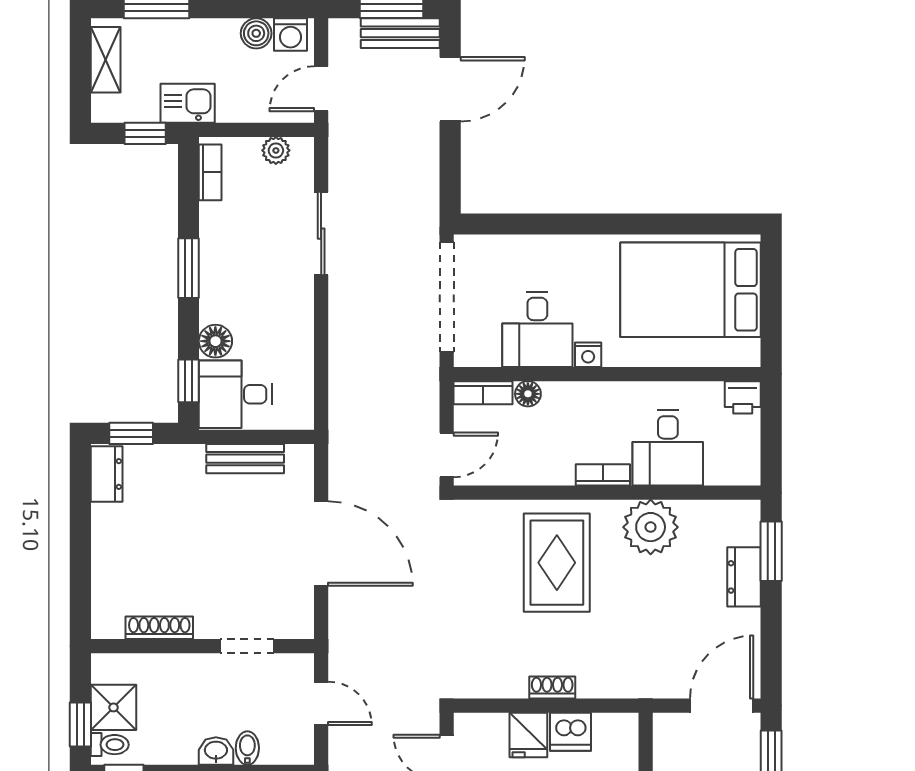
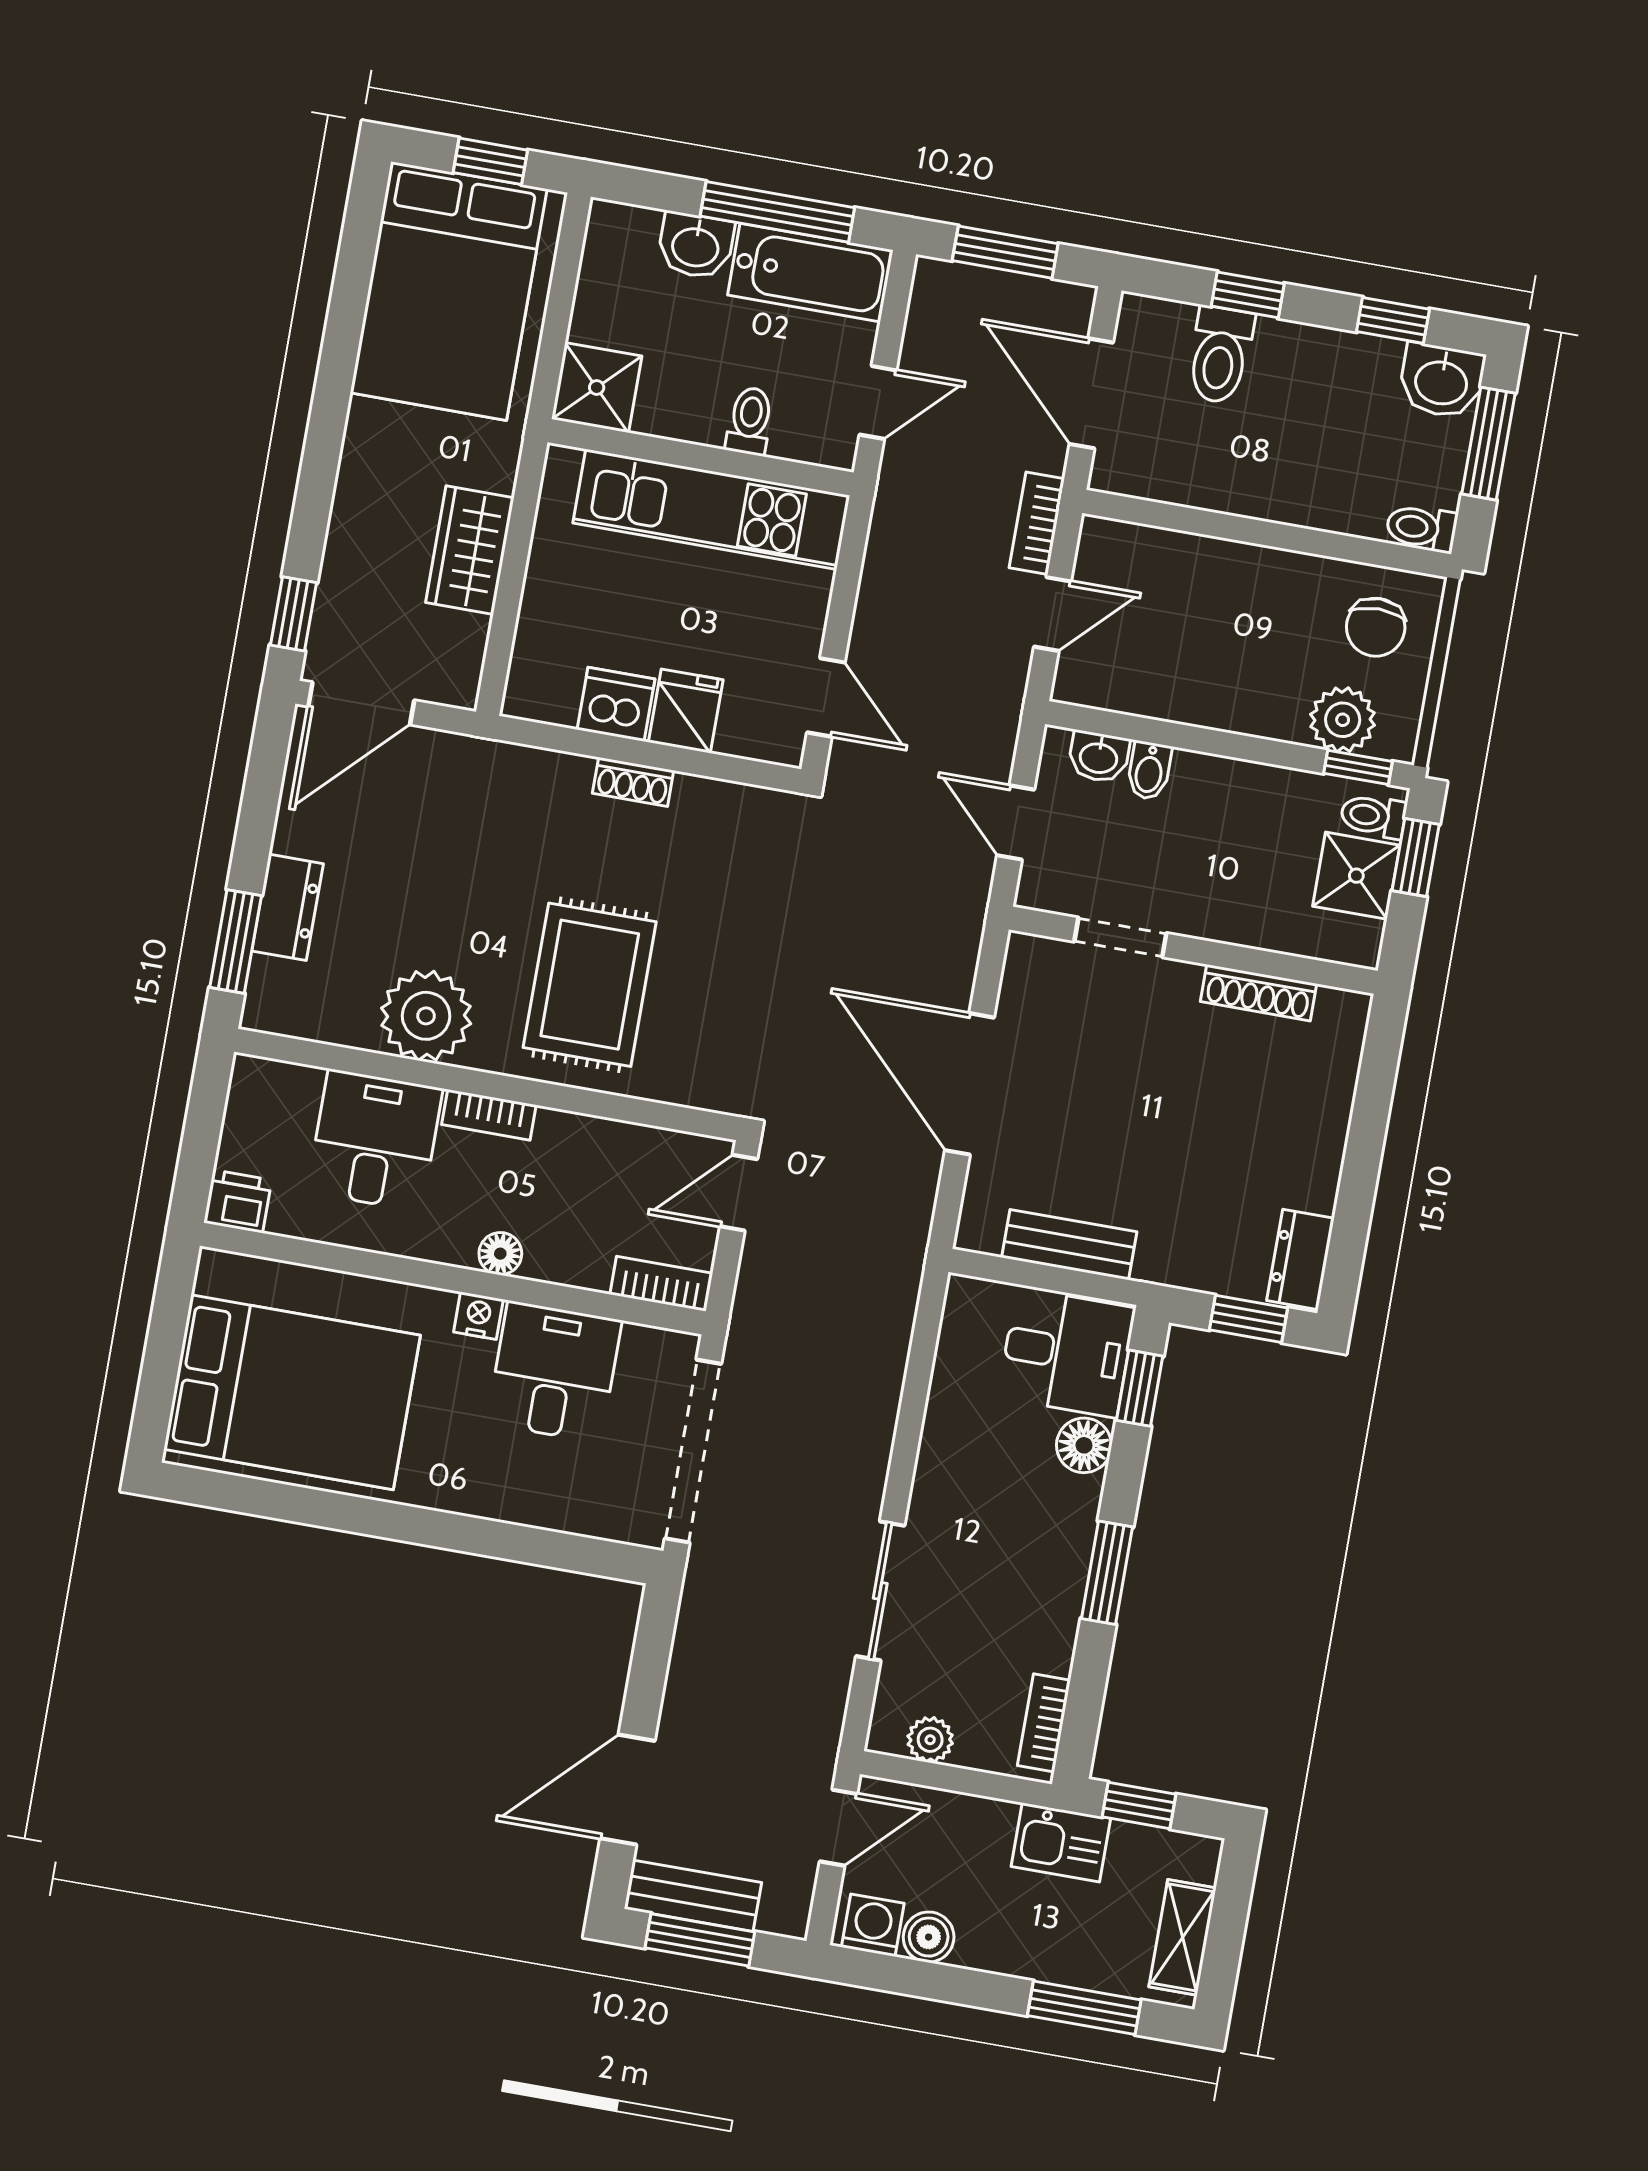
floor lamp: (528, 394) -> (500, 1254), moved
washbasin: (216, 751) -> (1099, 757), moved

